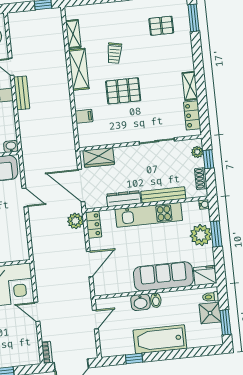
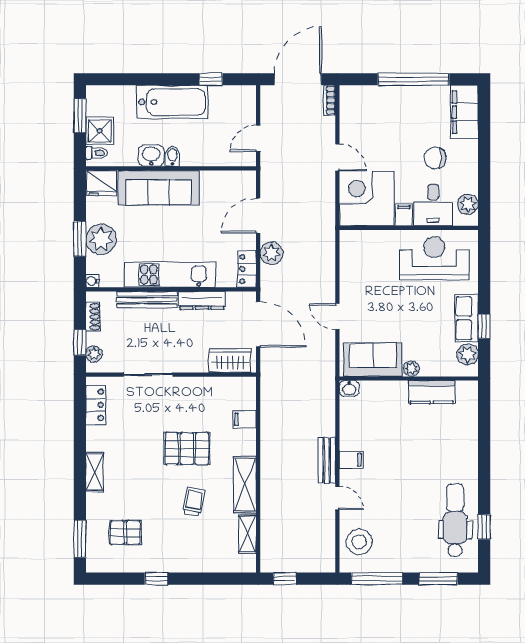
shelving: (190, 86) -> (95, 472), moved
plant: (75, 221) -> (271, 253), moved
washbasin: (140, 302) -> (151, 156), moved

